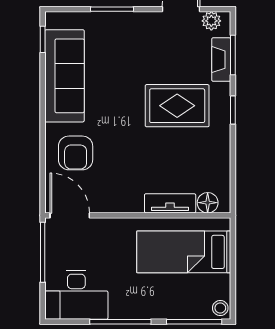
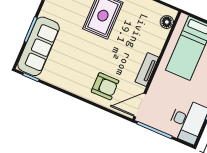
sofa: (65, 76) -> (38, 46), moved, turned 90
tv unit: (170, 203) -> (147, 69), moved

